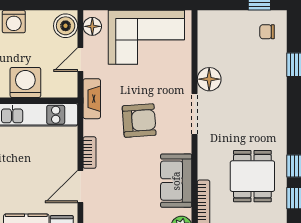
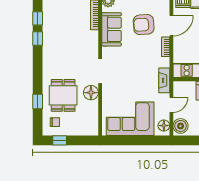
armchair: (139, 121) -> (144, 25), moved
dining table: (252, 176) -> (63, 95), moved

